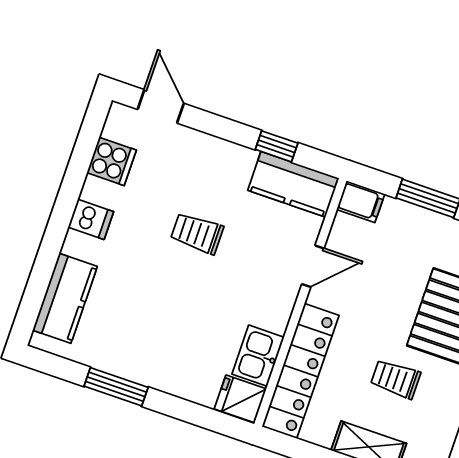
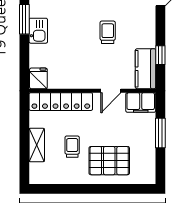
filing cabinet: (361, 202) -> (141, 103), width x2.00
door: (313, 266) -> (111, 91), hinge flipped
kitchen sink: (258, 356) -> (38, 31), moved, turned 90

